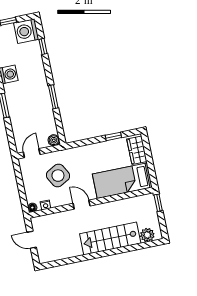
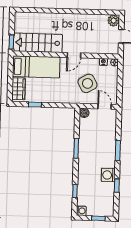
washing machine: (26, 31) -> (81, 211), width x0.53, depth x0.53
door: (32, 153) -> (105, 107), swing flipped
door: (82, 205) -> (74, 55), hinge flipped
plant: (147, 235) -> (114, 21), moved
stairs: (110, 239) -> (38, 43), moved, turned 180

